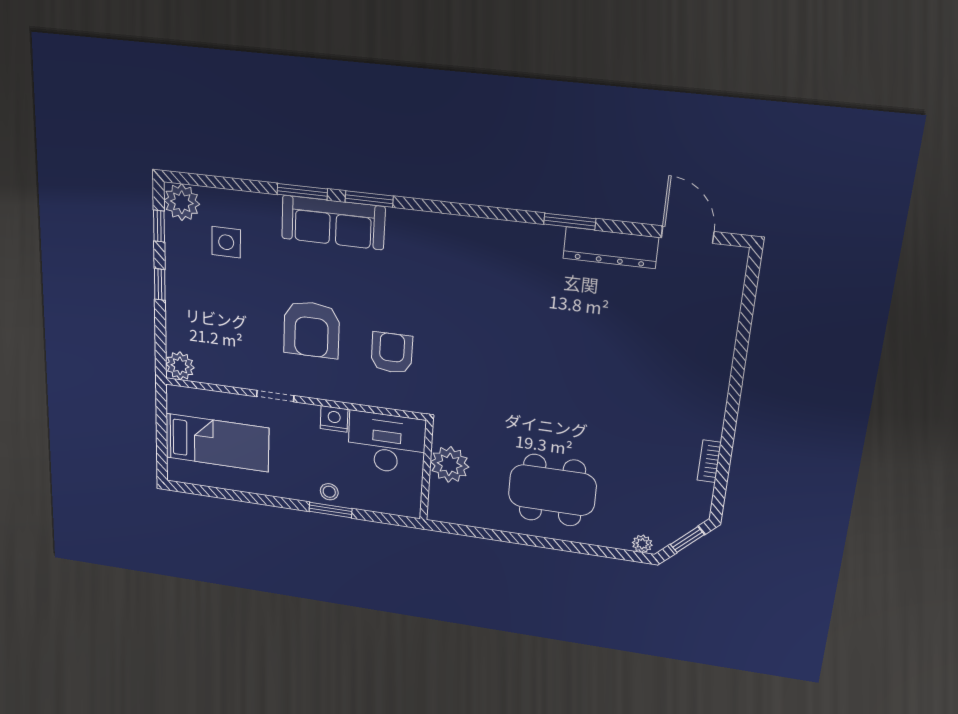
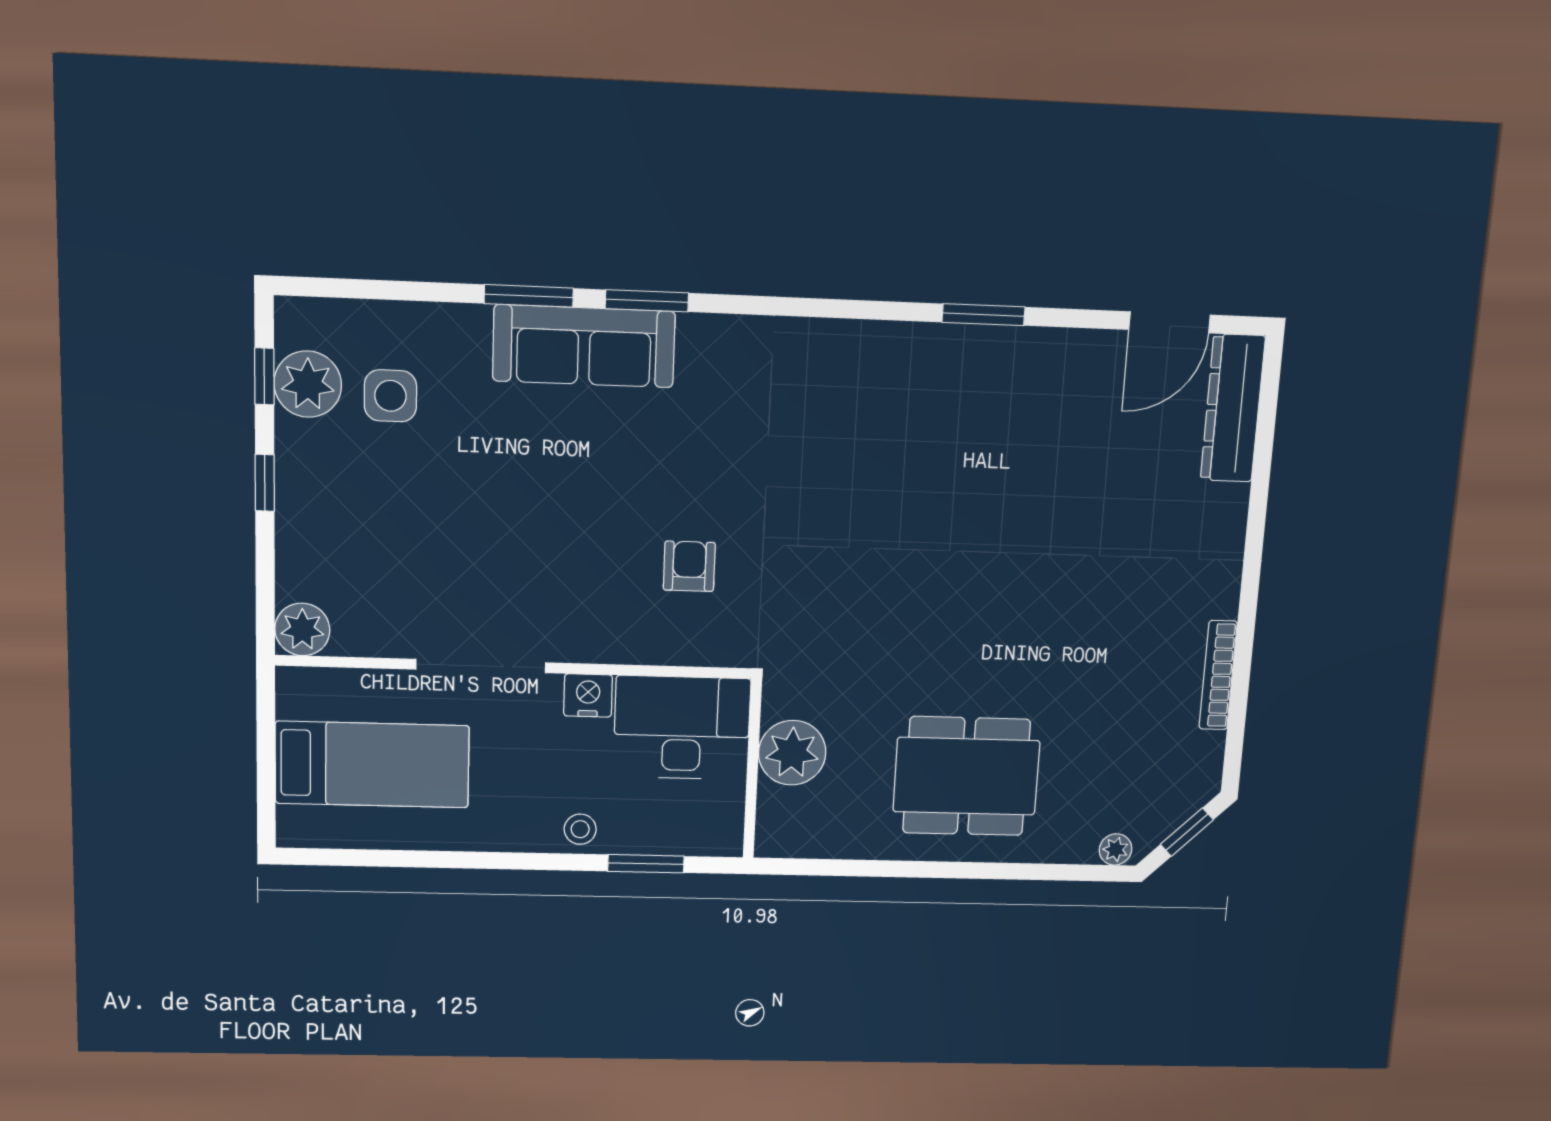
plant: (182, 202) -> (308, 384), moved
door: (688, 235) -> (1170, 322), swing flipped
dresser: (611, 248) -> (1233, 408), moved, turned 90
armchair: (312, 329) -> (547, 539), removed
armchair: (392, 353) -> (689, 566), width x0.72, depth x0.72
doorway: (275, 396) -> (481, 666), width x1.88
bookcase: (709, 461) -> (1218, 675), width x1.56
window: (331, 510) -> (646, 864), moved

